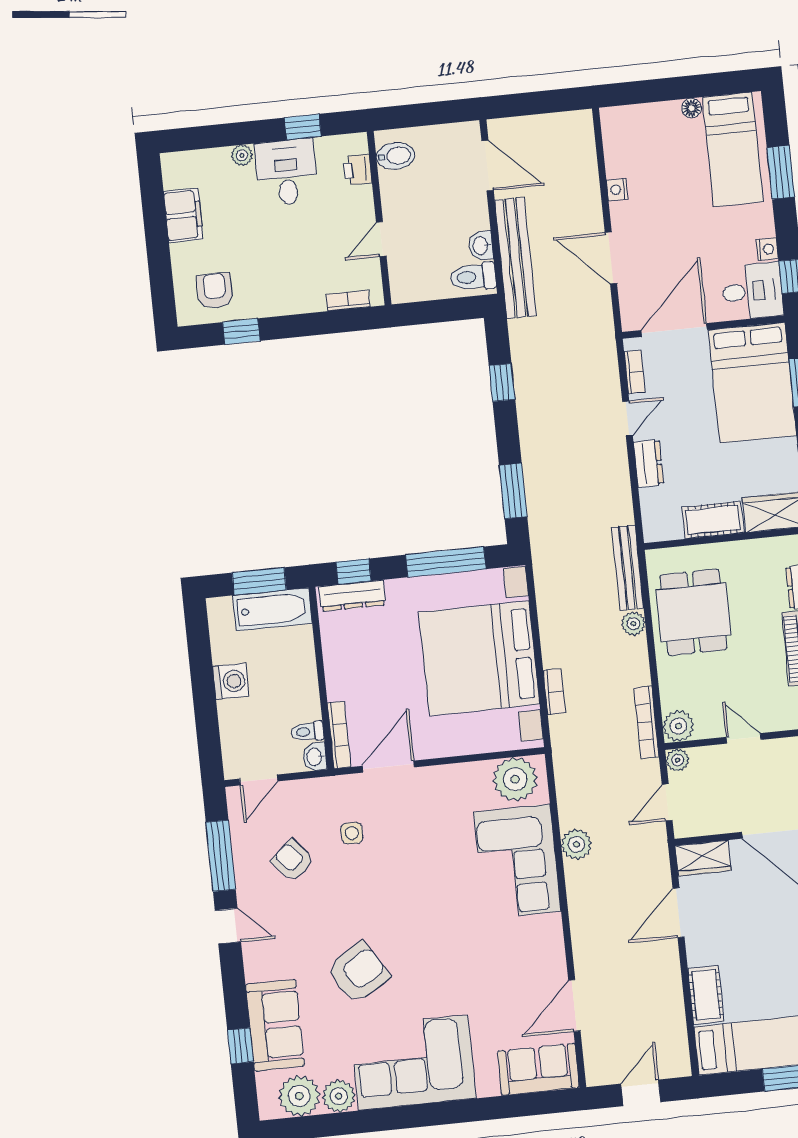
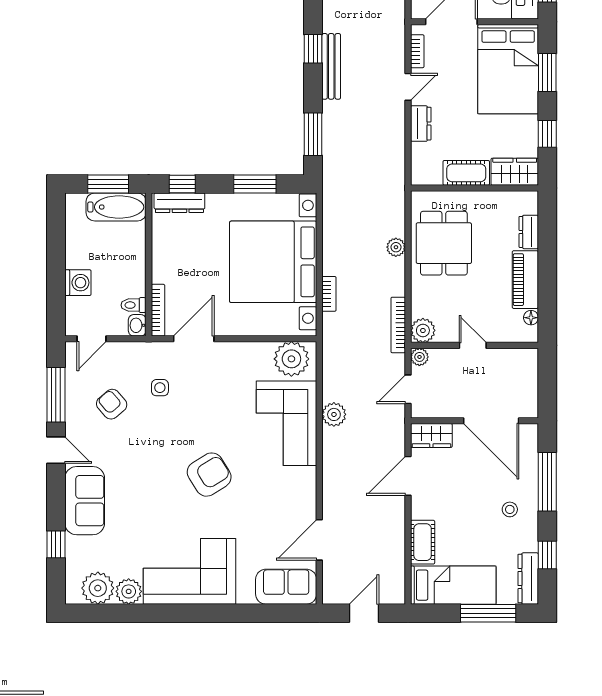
window: (446, 562) -> (255, 184), width x0.69
bench: (628, 568) -> (331, 66), moved
washing machine: (231, 681) -> (78, 283), moved
armchair: (358, 973) -> (209, 475), moved
sofa: (275, 1025) -> (85, 501), moved

